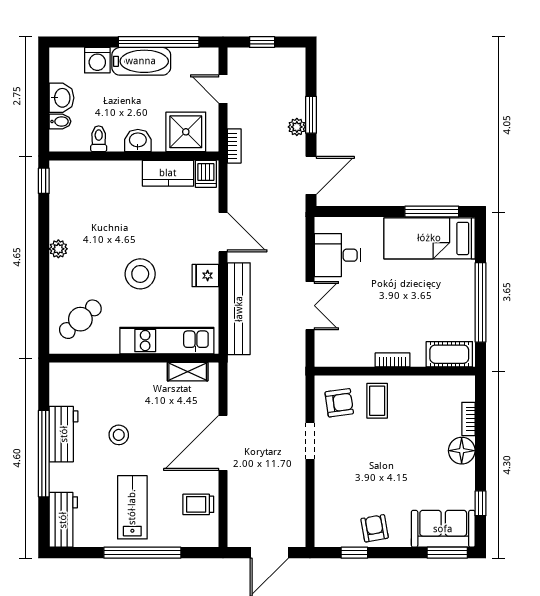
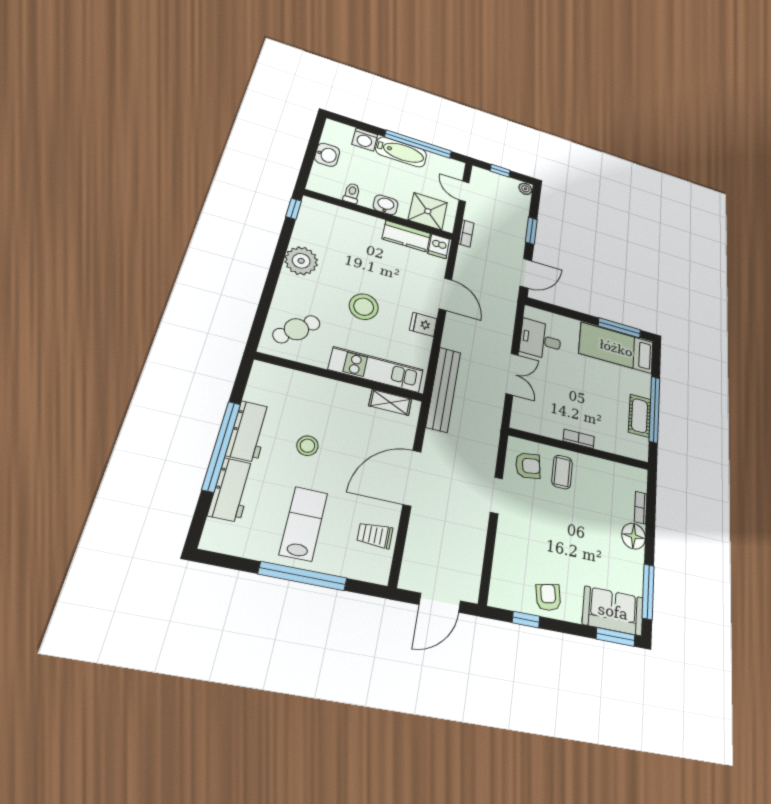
bidet: (60, 121) -> (321, 171), removed
plant: (297, 127) -> (525, 189), moved
plant: (58, 249) -> (301, 261), width x1.87, depth x1.87
bench: (239, 309) -> (443, 389), moved
cot: (449, 354) -> (640, 416), moved, turned 90
window: (480, 503) -> (648, 592), width x2.17
workbench: (63, 520) -> (232, 490), moved

